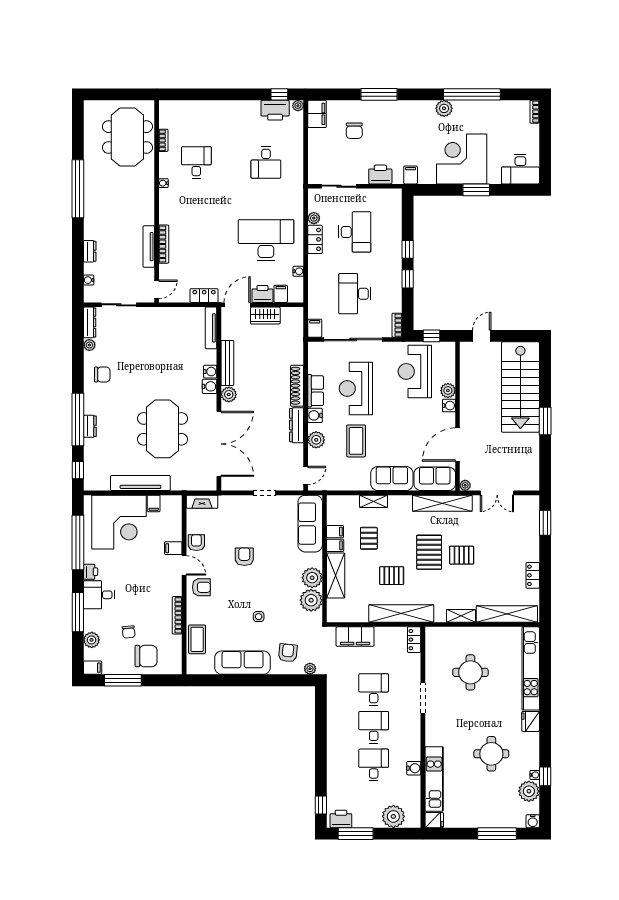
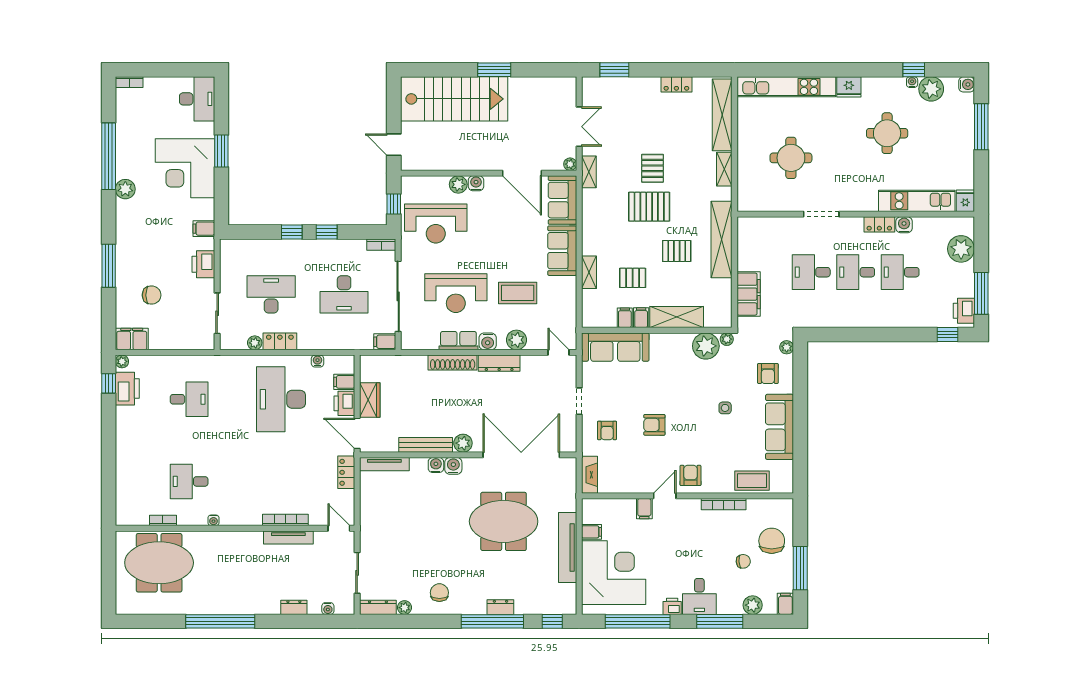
shelving: (442, 503) -> (589, 172), width x0.45, depth x0.75
armchair: (196, 543) -> (607, 430), moved, turned -90
pallet: (392, 576) -> (677, 251), turned 90
plant: (312, 578) -> (727, 339), moved, width x0.53, depth x0.53
locker: (414, 640) -> (879, 224), moved
armchair: (288, 653) -> (768, 374), turned -96

